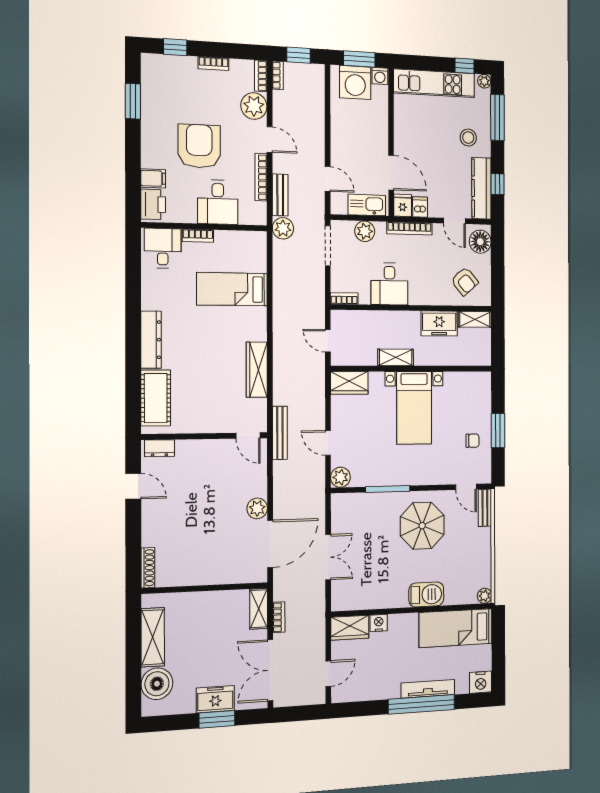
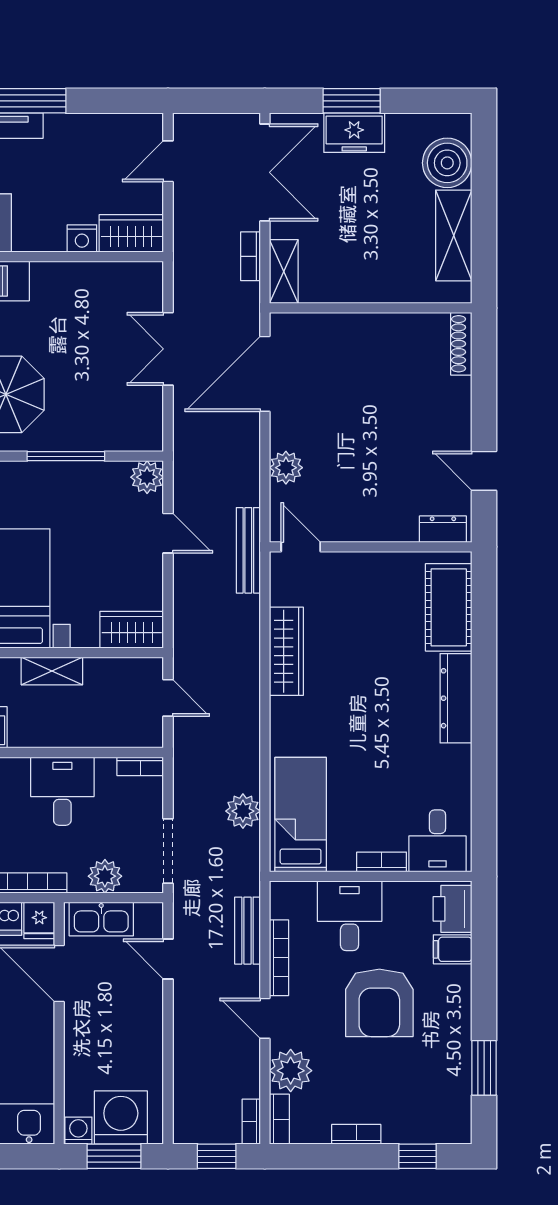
plant: (283, 228) -> (243, 811), moved
bed: (232, 289) -> (301, 815), moved, turned -90
plant: (257, 508) -> (286, 468), moved

